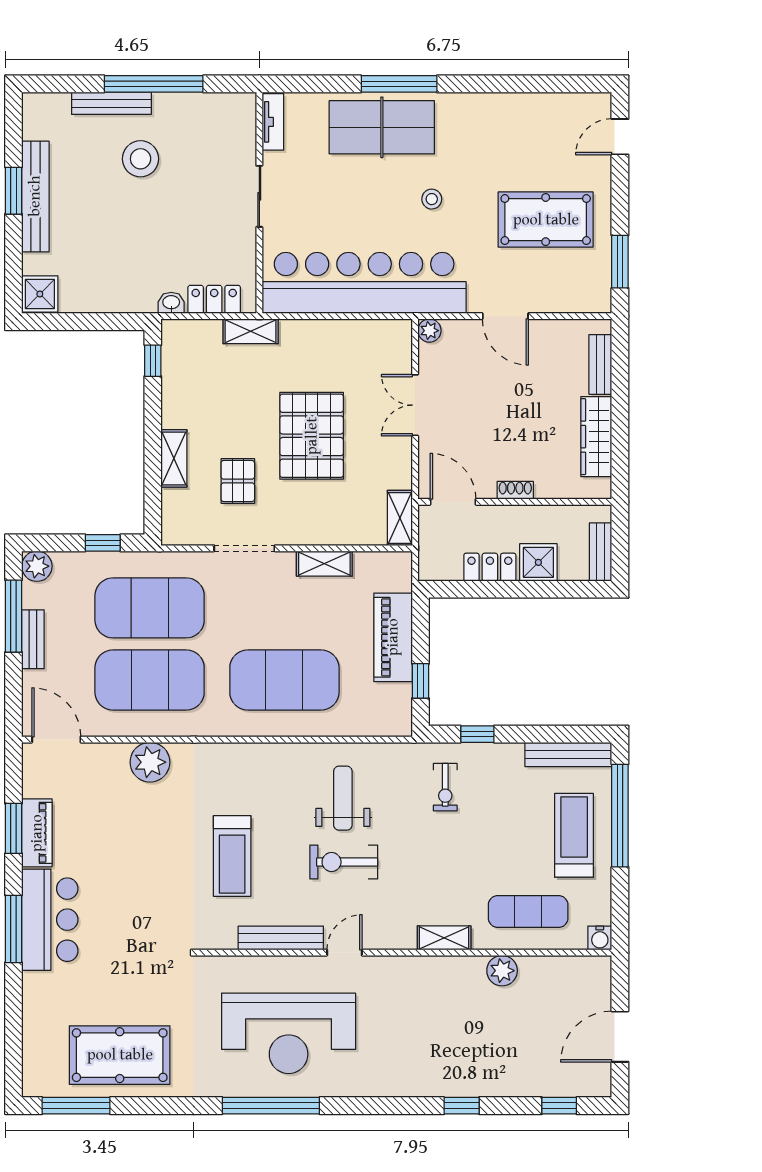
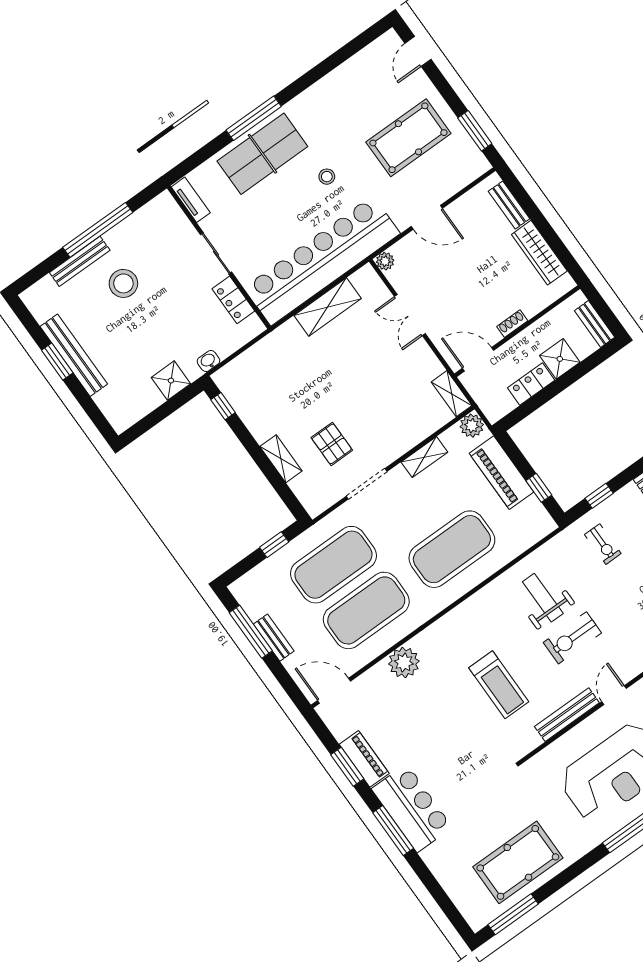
shower: (40, 294) -> (171, 381), moved
locker: (214, 299) -> (233, 300), moved, turned -90
shelving: (251, 331) -> (328, 307), moved, width x1.50, depth x1.33
pallet: (312, 436) -> (358, 382), removed
plant: (37, 566) -> (472, 426), moved

